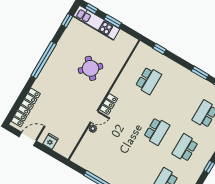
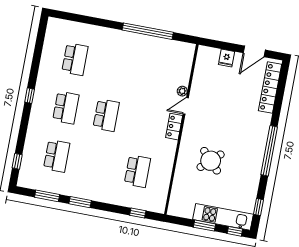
school desk: (148, 80) -> (137, 171), turned 180
school desk: (157, 131) -> (106, 115), turned 180

